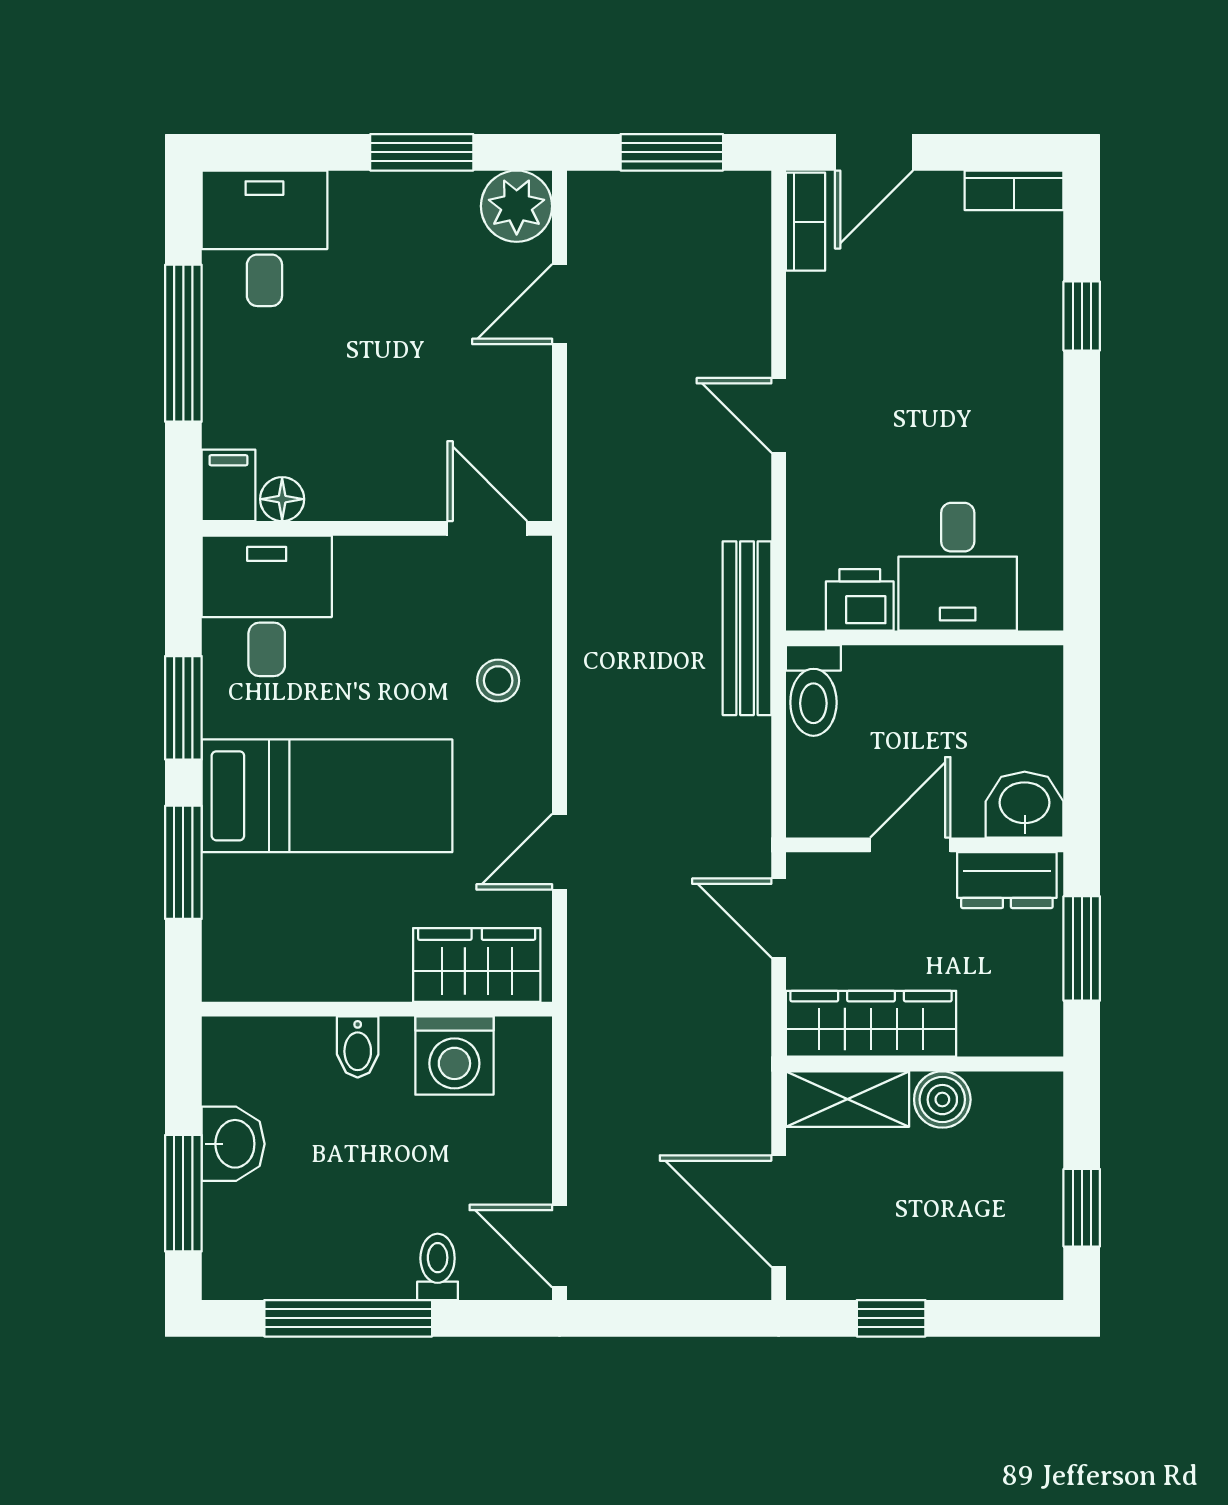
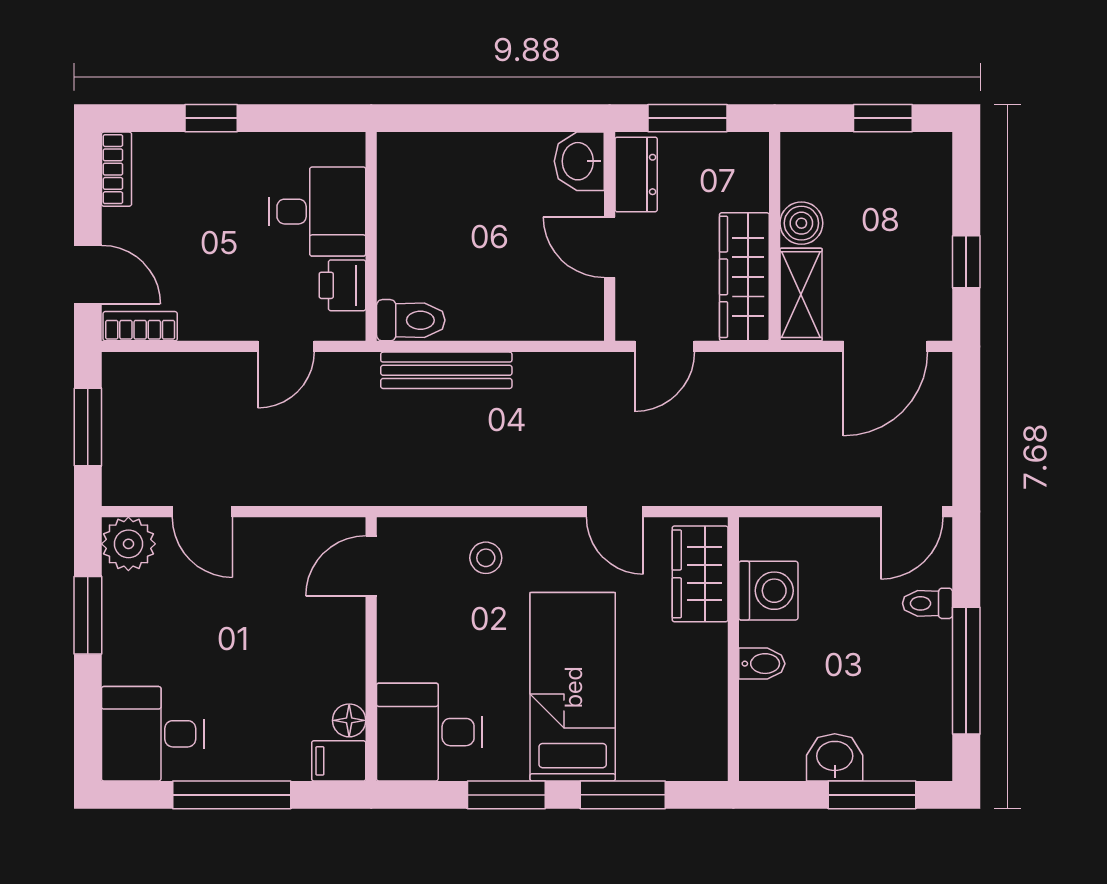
desk: (958, 567) -> (318, 212), moved
printer: (860, 600) -> (343, 285), moved
wall: (925, 638) -> (371, 236), moved
toilet: (813, 691) -> (411, 320), moved

